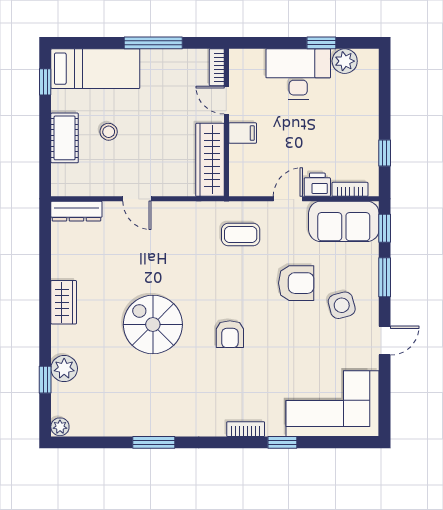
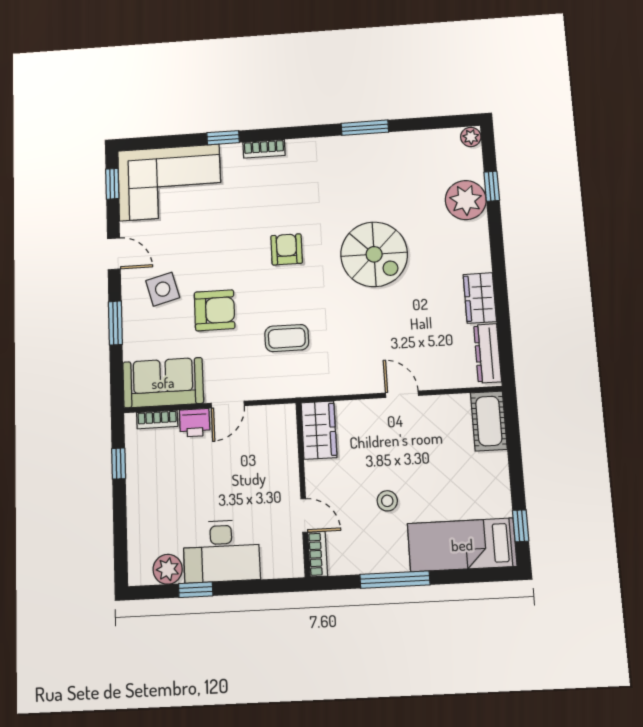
stool: (109, 132) -> (387, 501), moved
filing cabinet: (243, 133) -> (283, 478), removed
cot: (65, 138) -> (489, 421), moved
wardrobe: (210, 160) -> (319, 430), width x0.67
dresser: (76, 211) -> (488, 353), moved, turned -90
window: (385, 228) -> (112, 184), moved
coffee table: (241, 235) -> (287, 338), moved
armchair: (296, 283) -> (215, 310), turned 180
wardrobe: (64, 302) -> (480, 298), moved
door: (385, 341) -> (114, 254), swing flipped
plant: (64, 369) -> (466, 200), width x1.36, depth x1.36

